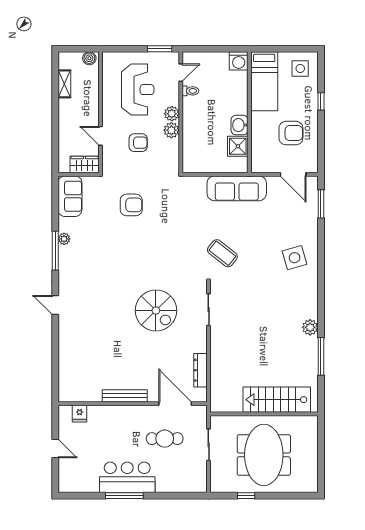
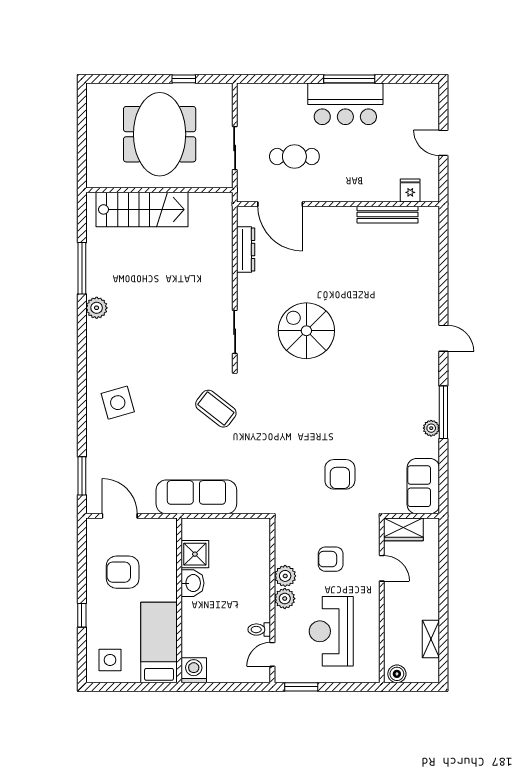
armchair: (131, 205) -> (340, 474), turned -90
bench: (125, 396) -> (388, 215), moved

